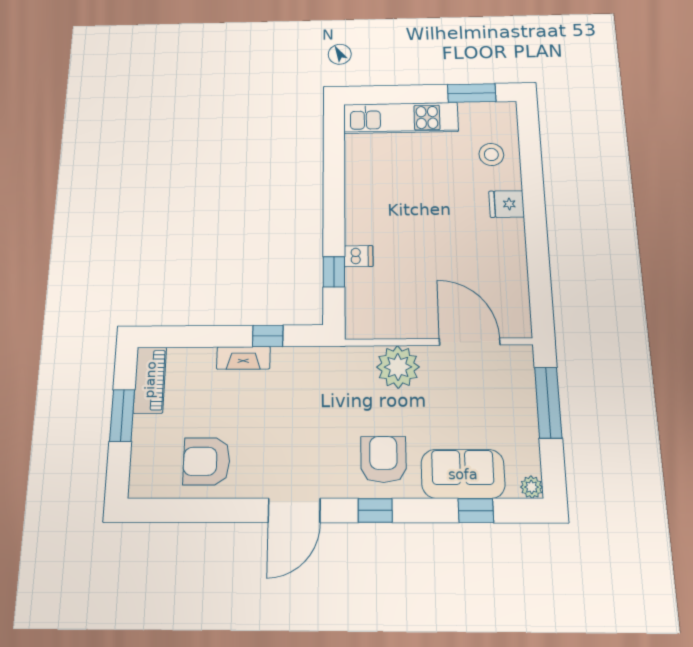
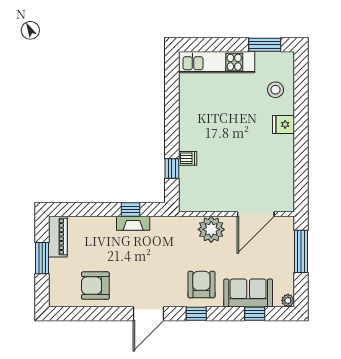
door: (470, 342) -> (256, 214), swing flipped
fireplace: (243, 358) -> (133, 223), moved

